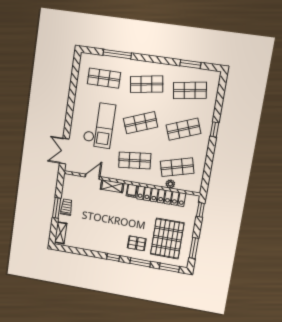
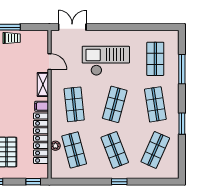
window: (190, 64) -> (182, 124), moved
shop shelf: (190, 90) -> (155, 150), turned 33
shop shelf: (141, 123) -> (115, 104), turned 36
checkout: (99, 125) -> (106, 61), turned 180

